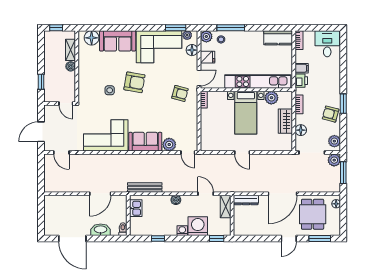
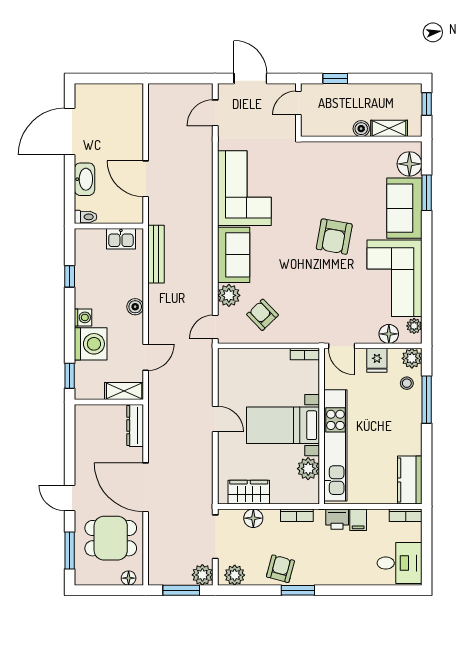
window: (176, 28) -> (427, 193), moved
side table: (110, 90) -> (321, 195), removed
armchair: (180, 93) -> (262, 315), moved, turned 121
door: (66, 103) -> (298, 103), moved
wardrobe: (285, 121) -> (249, 492), moved
door: (242, 153) -> (215, 419), swing flipped

